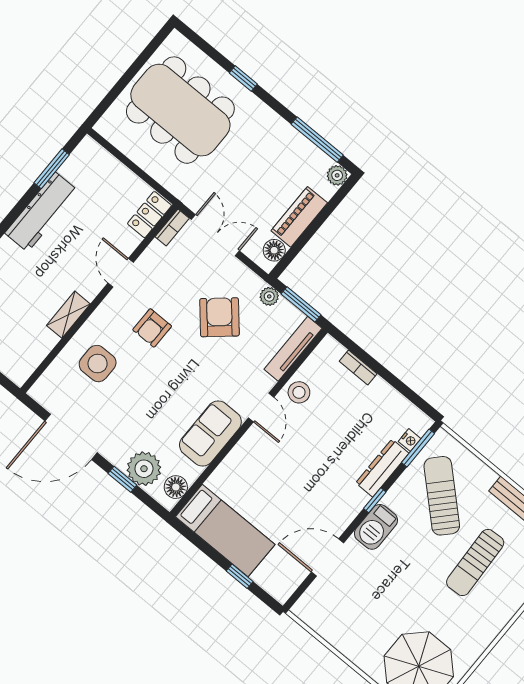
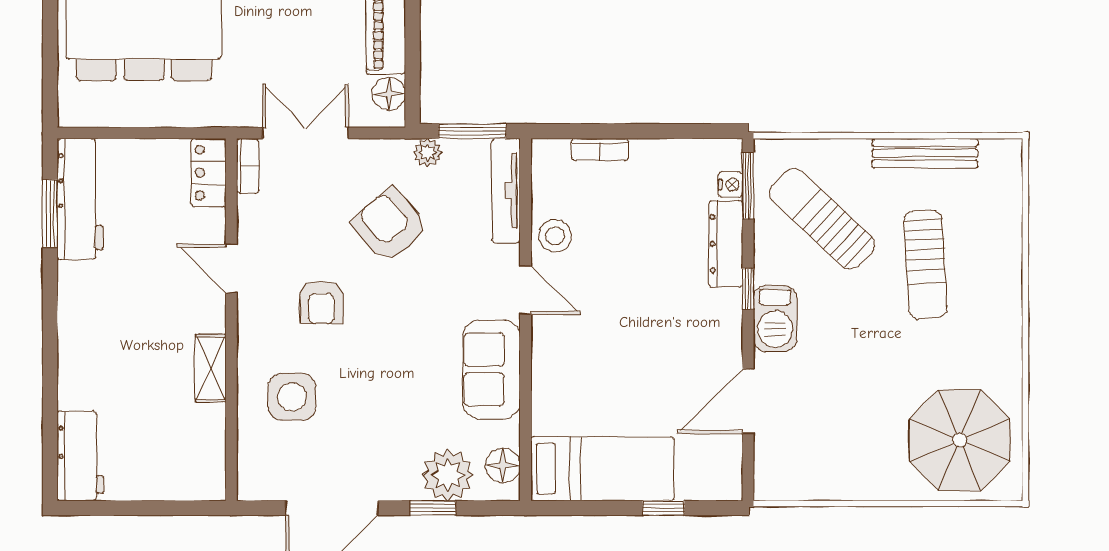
workbench: (41, 212) -> (80, 199), moved

